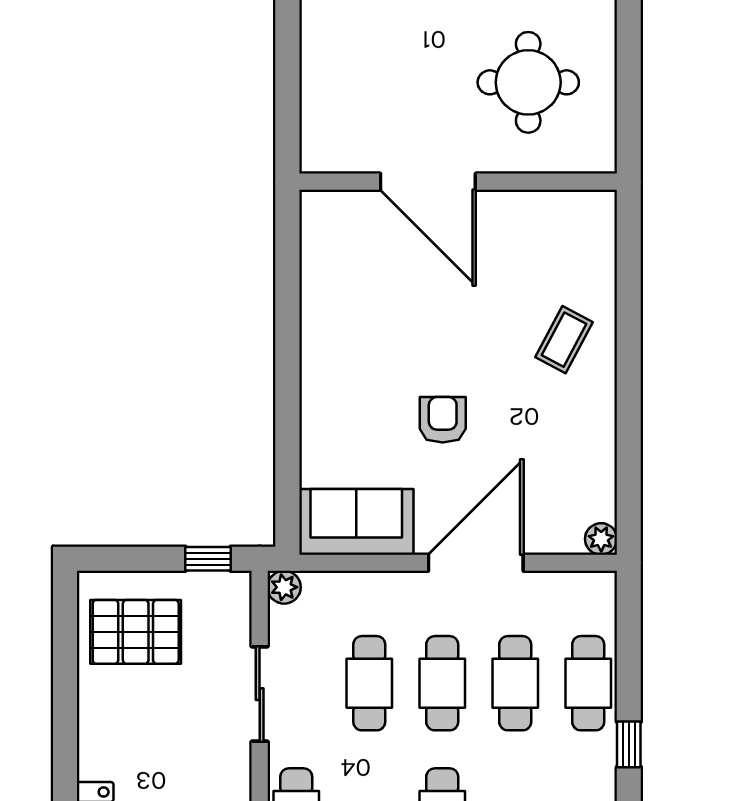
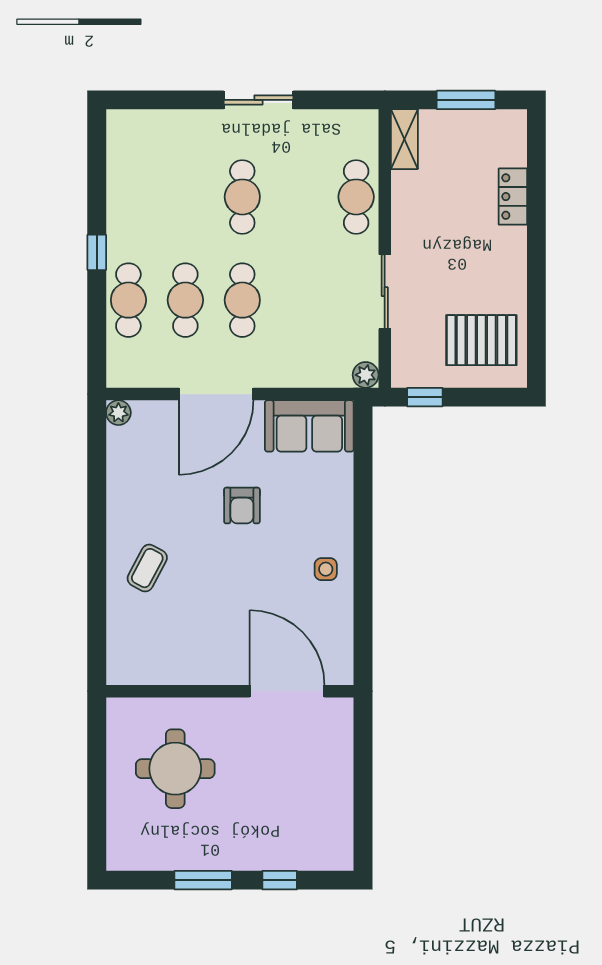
door: (428, 182) -> (287, 691), moved
side table: (335, 338) -> (326, 569), added
cafe table: (369, 683) -> (299, 300), removed

